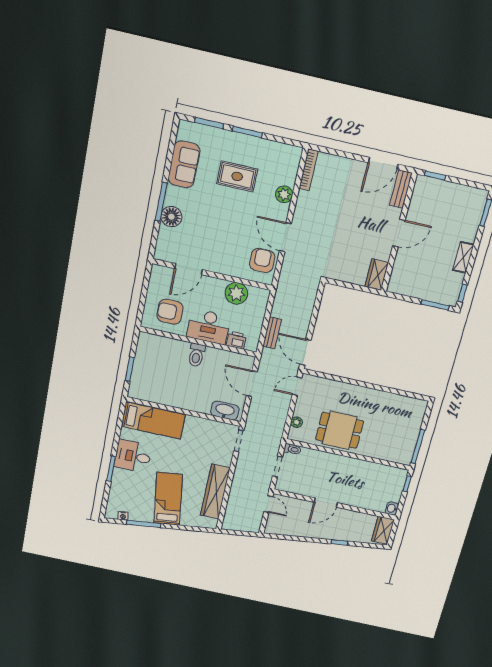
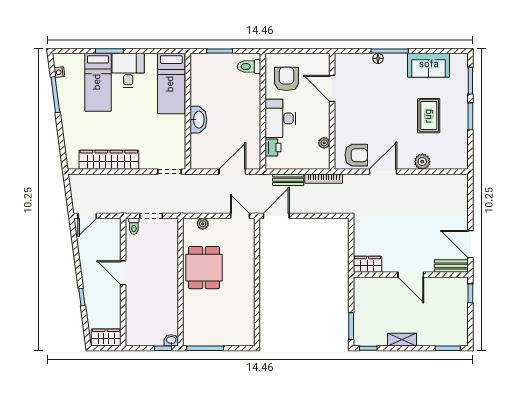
bookcase: (309, 170) -> (324, 179), moved
floor lamp: (171, 217) -> (378, 58), width x0.53, depth x0.53
plant: (236, 293) -> (324, 143), width x0.53, depth x0.53
toilet: (196, 355) -> (249, 66), moved
washbasin: (225, 411) -> (198, 120), moved
toilet: (292, 449) -> (134, 226), moved
bed: (168, 499) -> (98, 82), moved, turned 97
door: (268, 504) -> (87, 216), moved
washbasin: (392, 508) -> (171, 340), moved

